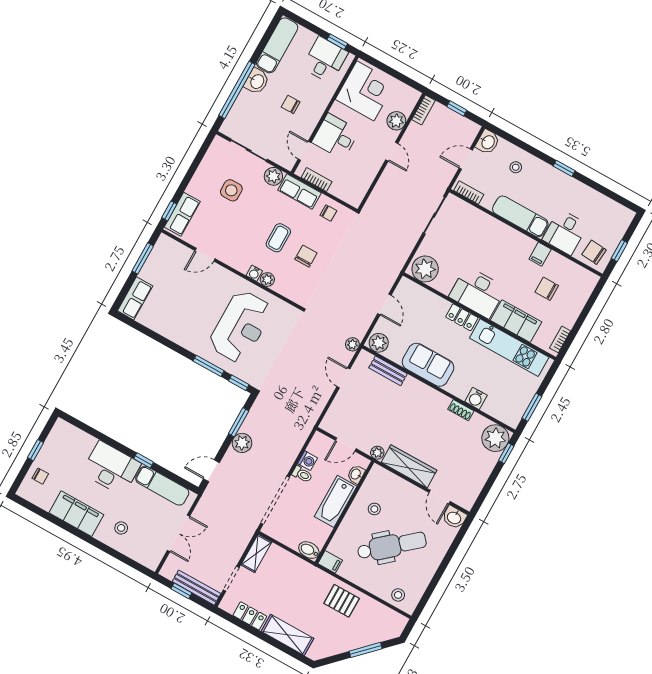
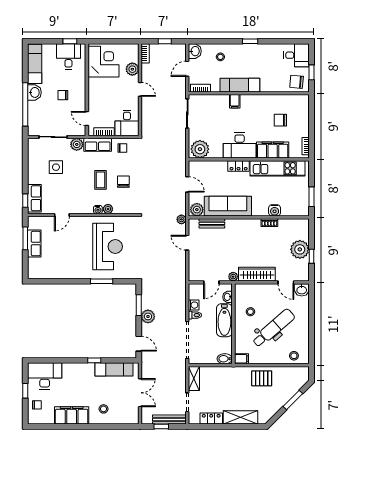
desk: (336, 136) -> (127, 123), moved, turned -90
desk: (565, 232) -> (297, 55), moved, turned -90
filing cabinet: (540, 254) -> (235, 101), moved
row of seats: (135, 298) -> (34, 244), moved
sofa: (428, 365) -> (228, 206), width x1.36
window: (239, 383) -> (126, 281), removed
plant: (495, 438) -> (300, 249), moved
window: (506, 453) -> (311, 256), moved
desk: (111, 468) -> (45, 376), moved
door: (211, 471) -> (139, 344), swing flipped

